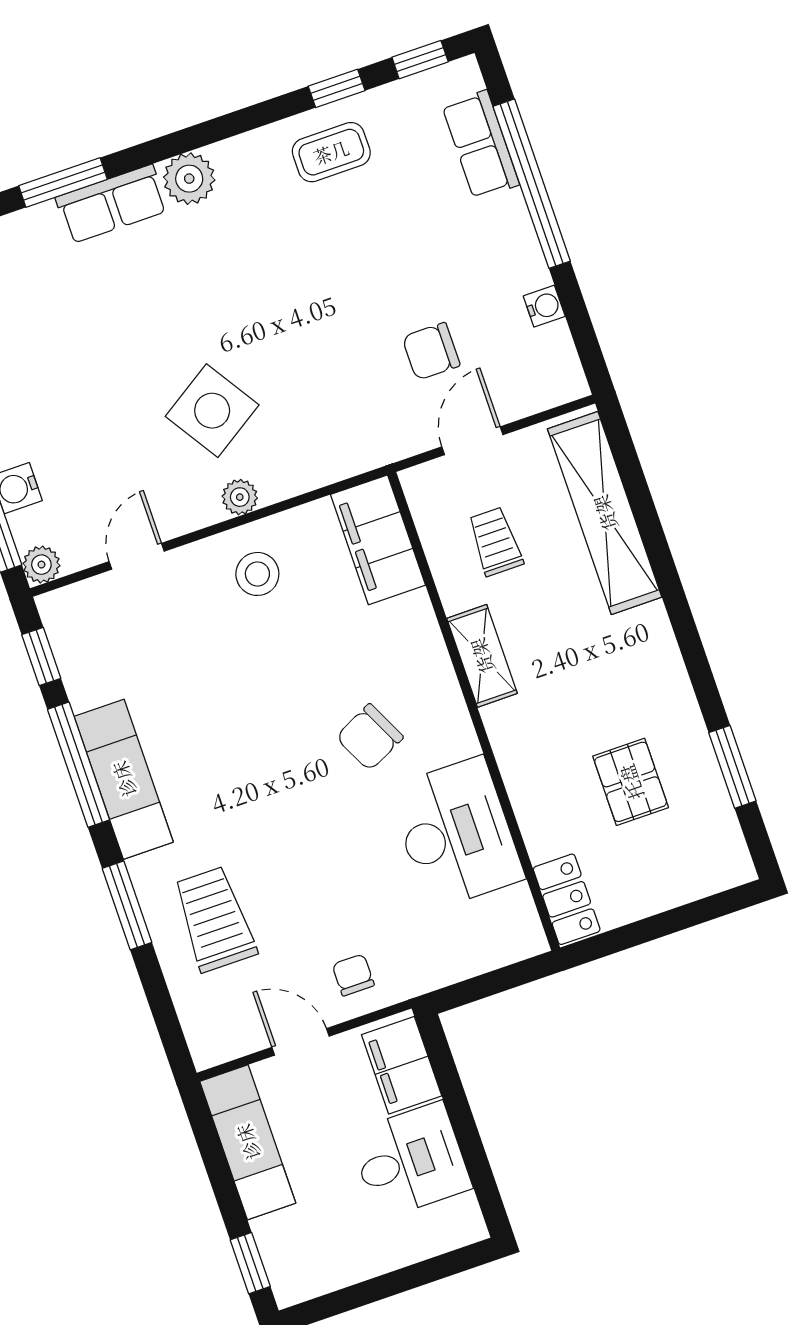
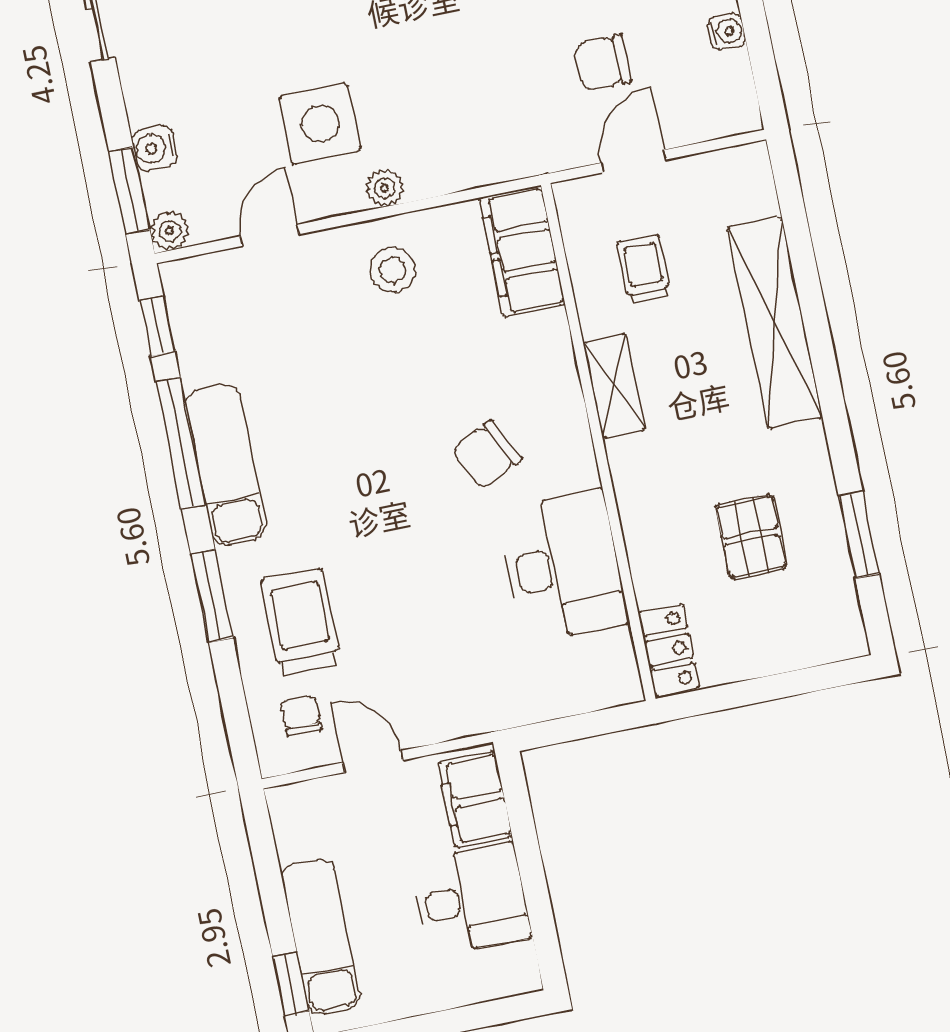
side table: (212, 411) -> (320, 124), moved, turned 33
shelving: (605, 513) -> (775, 322), moved
chair: (353, 975) -> (301, 716), moved
exam couch: (248, 1142) -> (321, 936), moved

